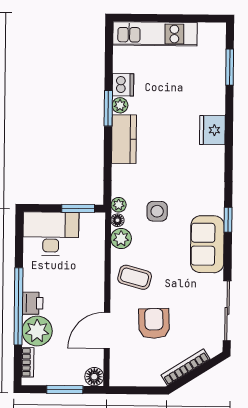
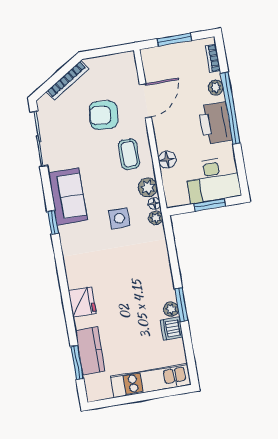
kitchen counter: (124, 139) -> (90, 351), moved, turned 180
window: (78, 208) -> (210, 205), moved
coffee table: (135, 277) -> (129, 154), turned 75
printer: (33, 303) -> (215, 123), width x1.87, depth x1.48
armchair: (154, 323) -> (104, 115), turned 98
plant: (37, 331) -> (216, 88), width x0.53, depth x0.53
floor lamp: (94, 377) -> (167, 160), moved

